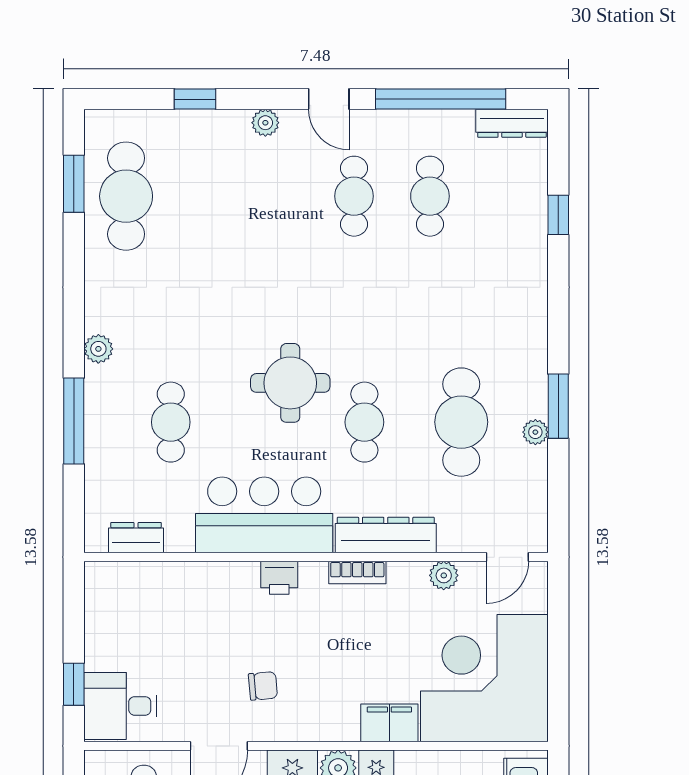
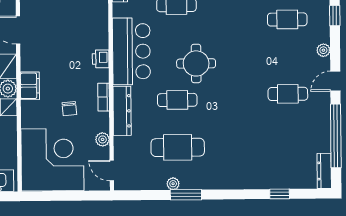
cafe table: (430, 196) -> (287, 19), moved
chair: (263, 686) -> (69, 109), moved
filing cabinet: (389, 723) -> (30, 86), moved

